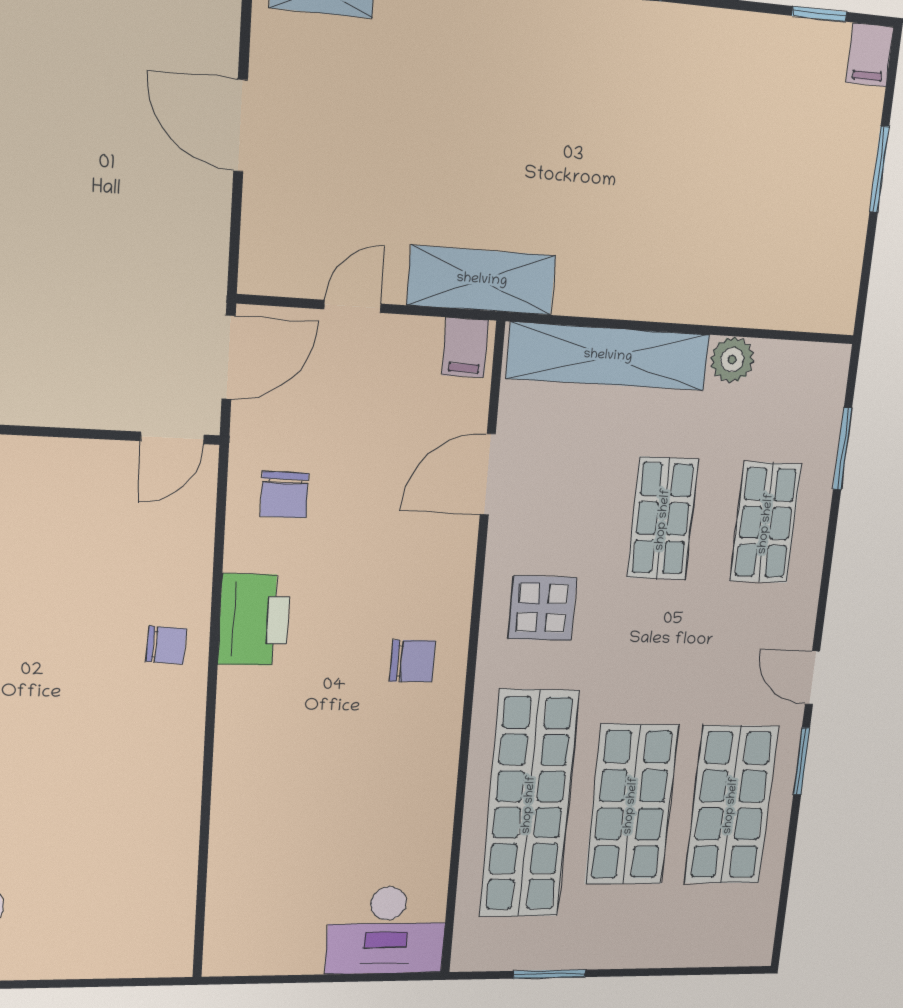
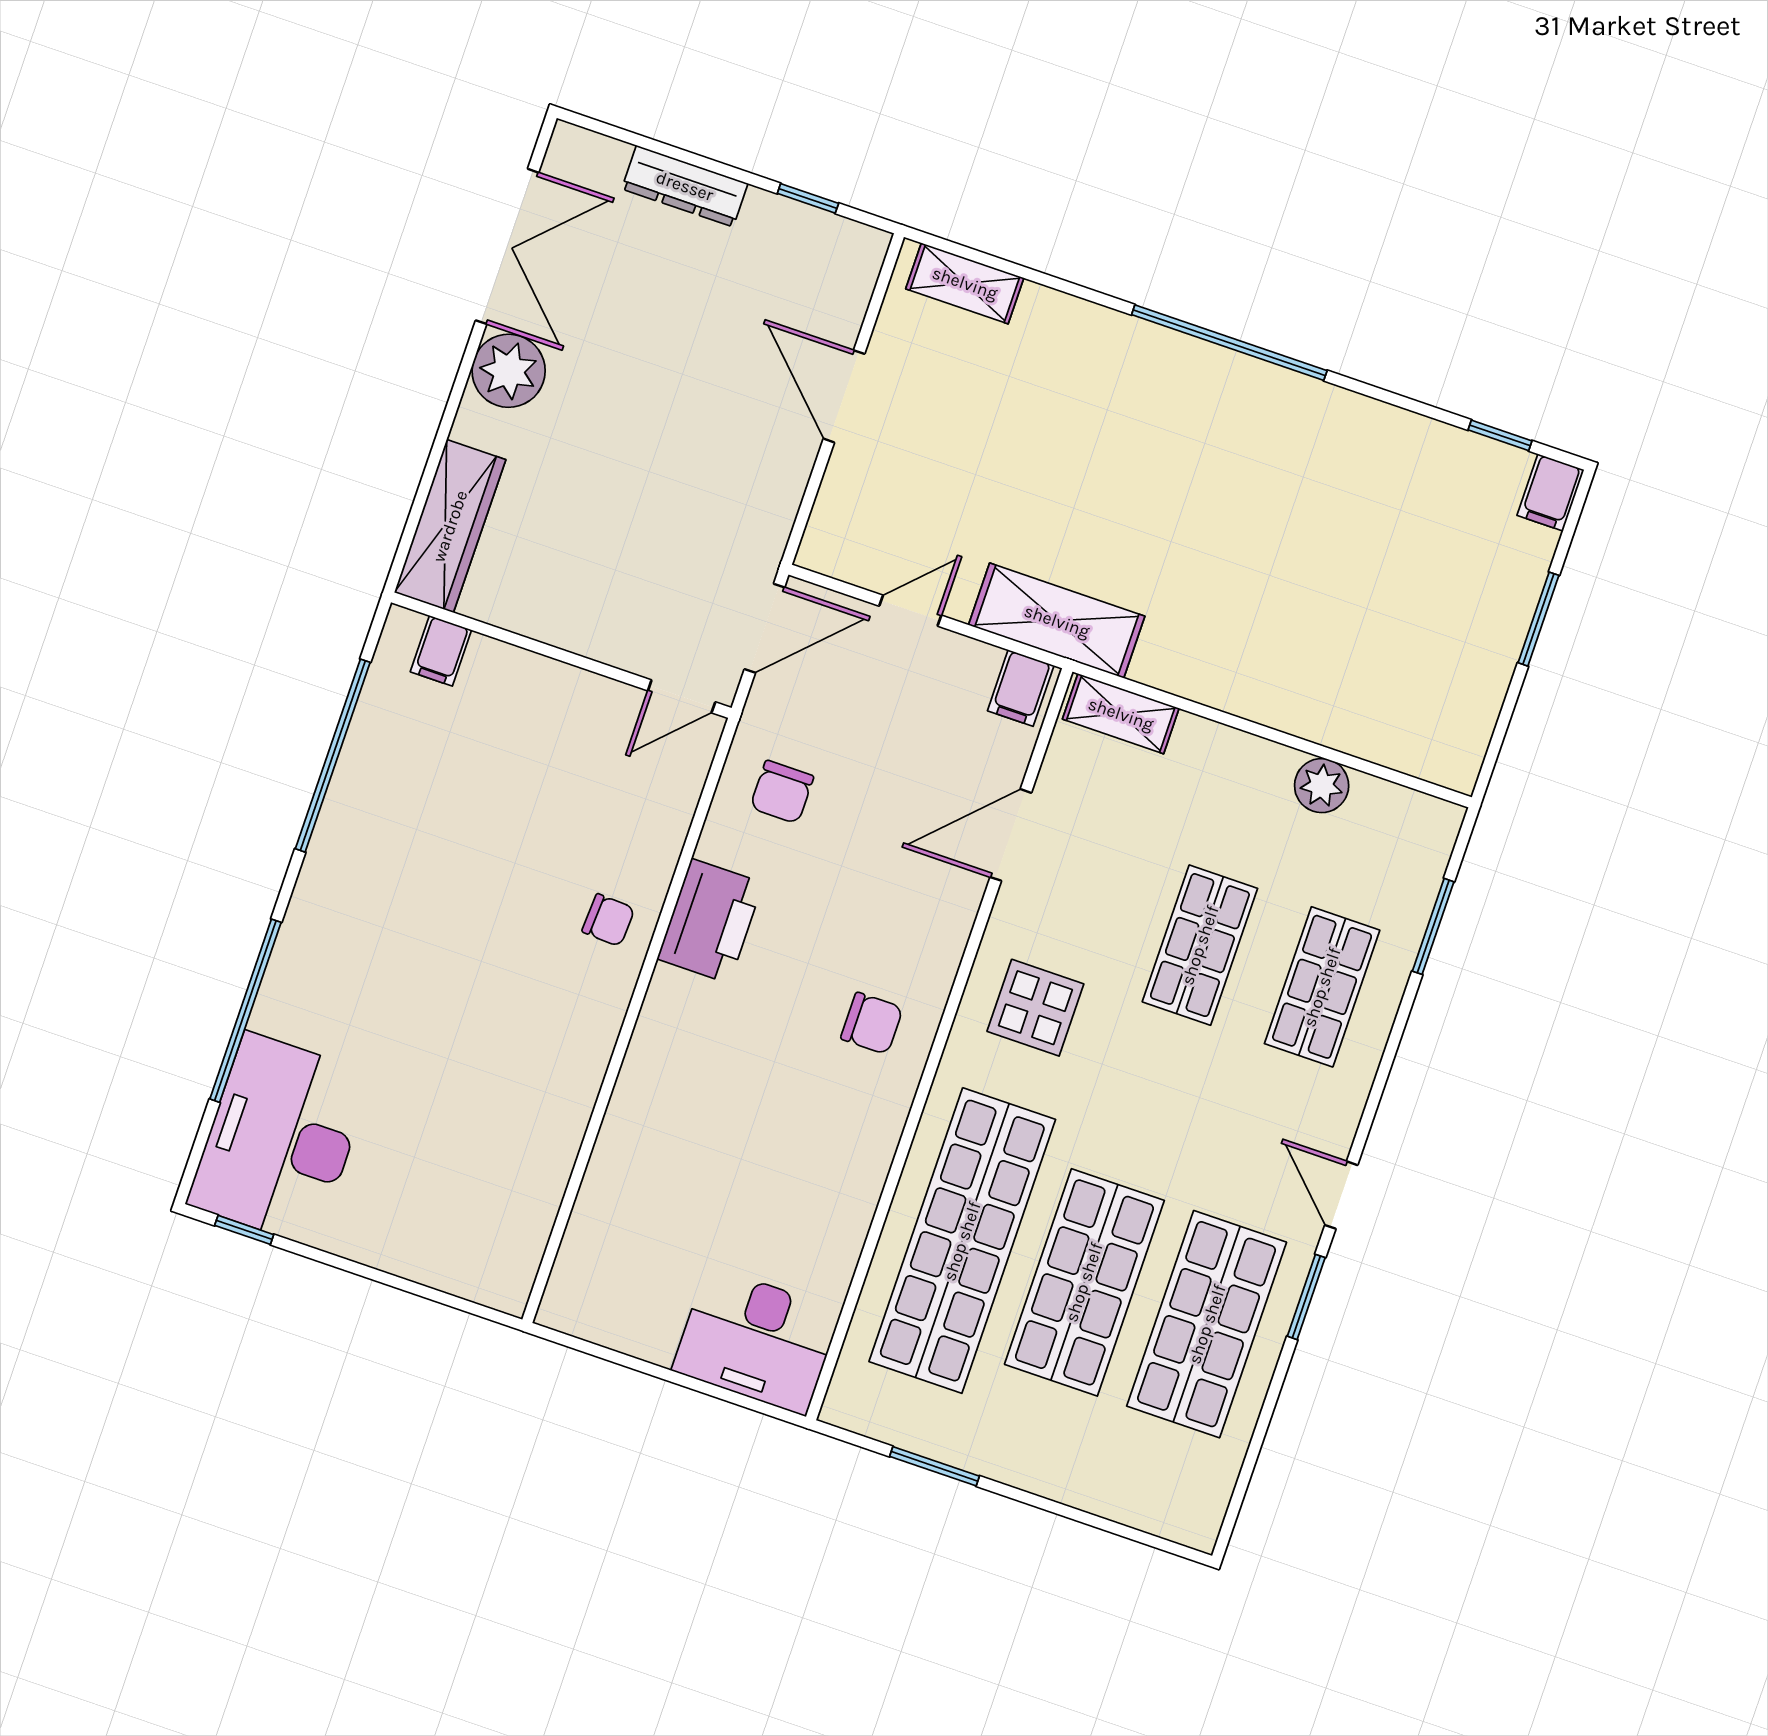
shelving: (608, 356) -> (1121, 714), width x0.45, depth x0.75

